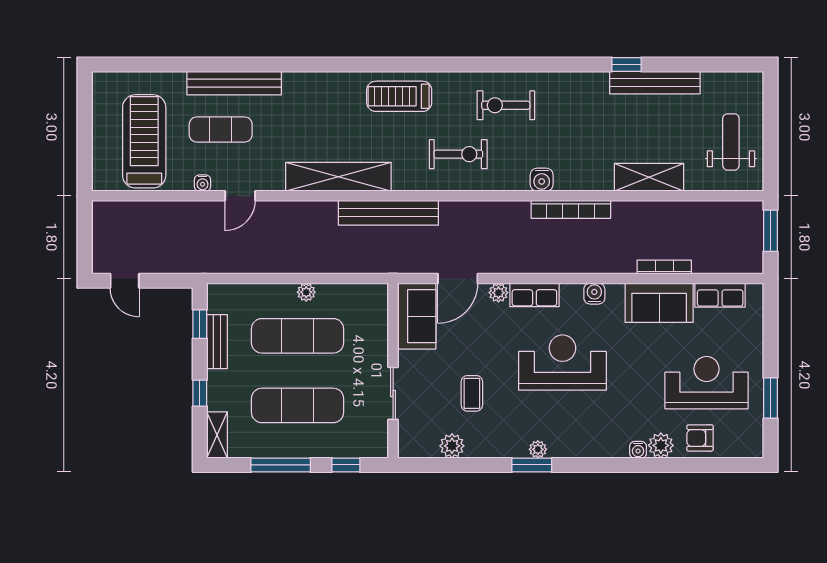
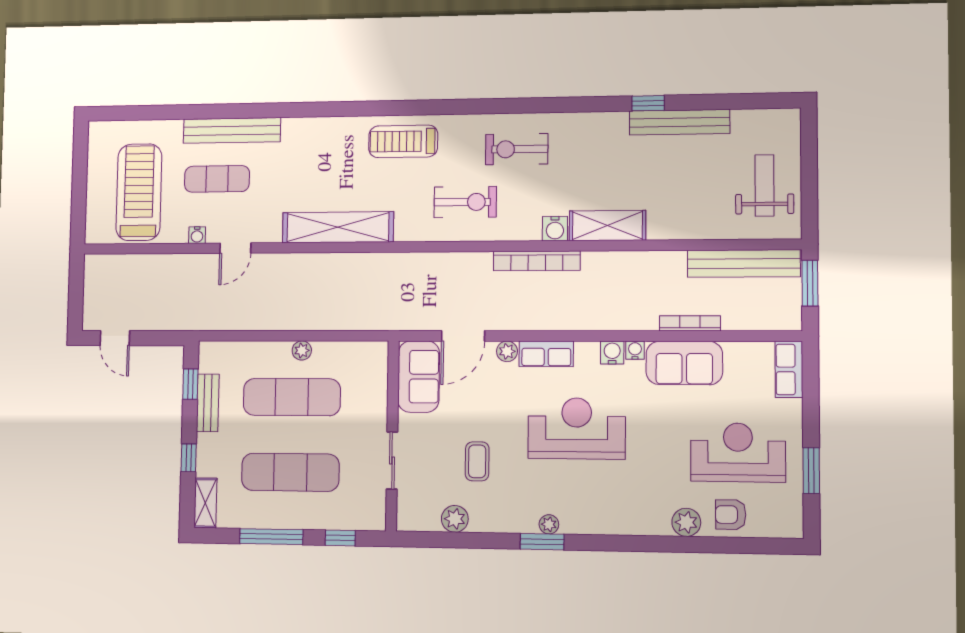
shelving: (649, 177) -> (607, 225), moved
bookcase: (571, 209) -> (537, 261), moved
bench: (388, 213) -> (744, 263), moved
row of seats: (720, 295) -> (789, 369), moved, turned 90
water cooler: (638, 450) -> (635, 350), moved, turned 180

